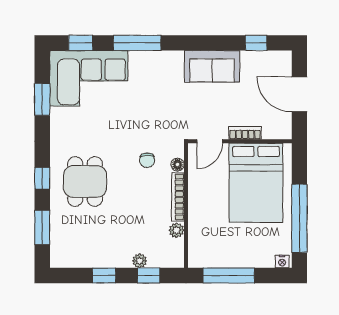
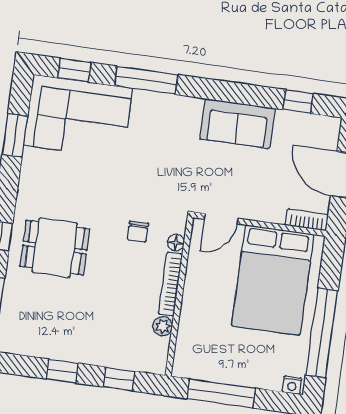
bookcase: (245, 133) -> (307, 220), moved
dining table: (85, 181) -> (55, 248), turned 90
plant: (140, 261) -> (110, 359), removed

